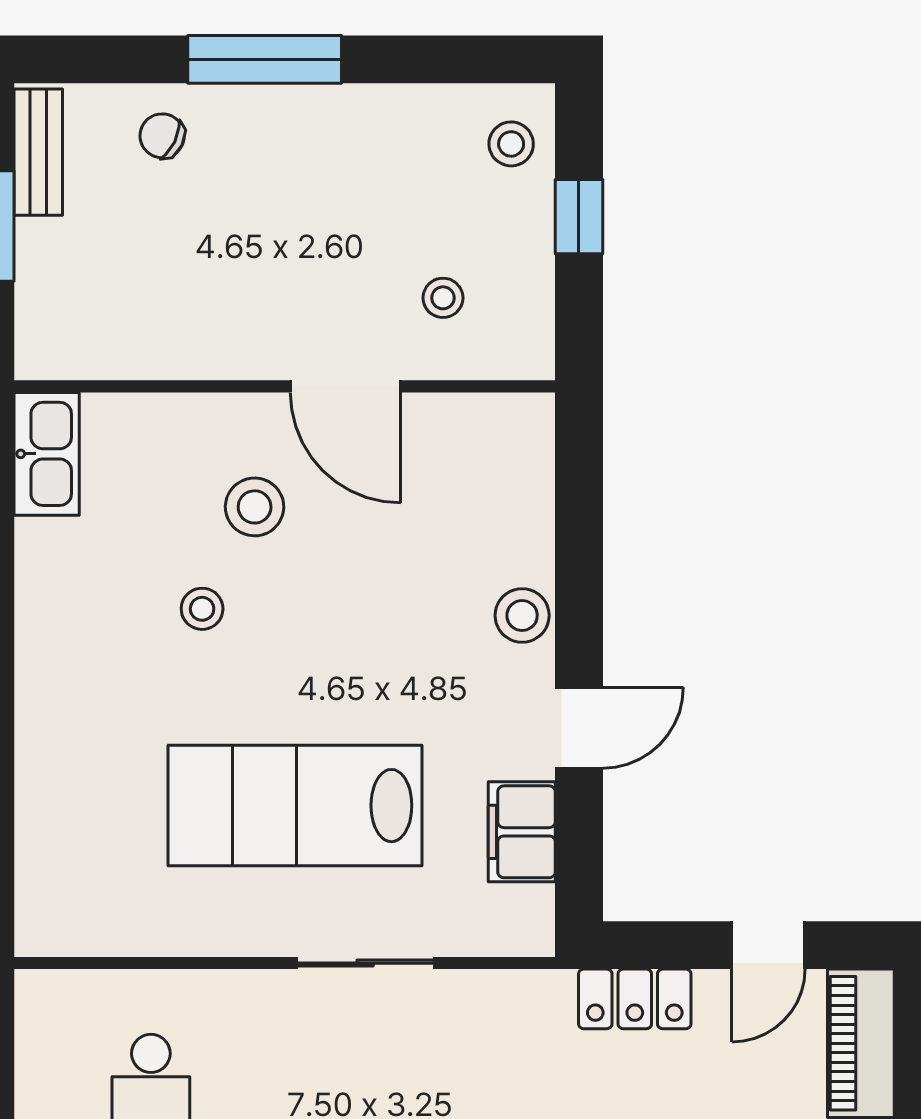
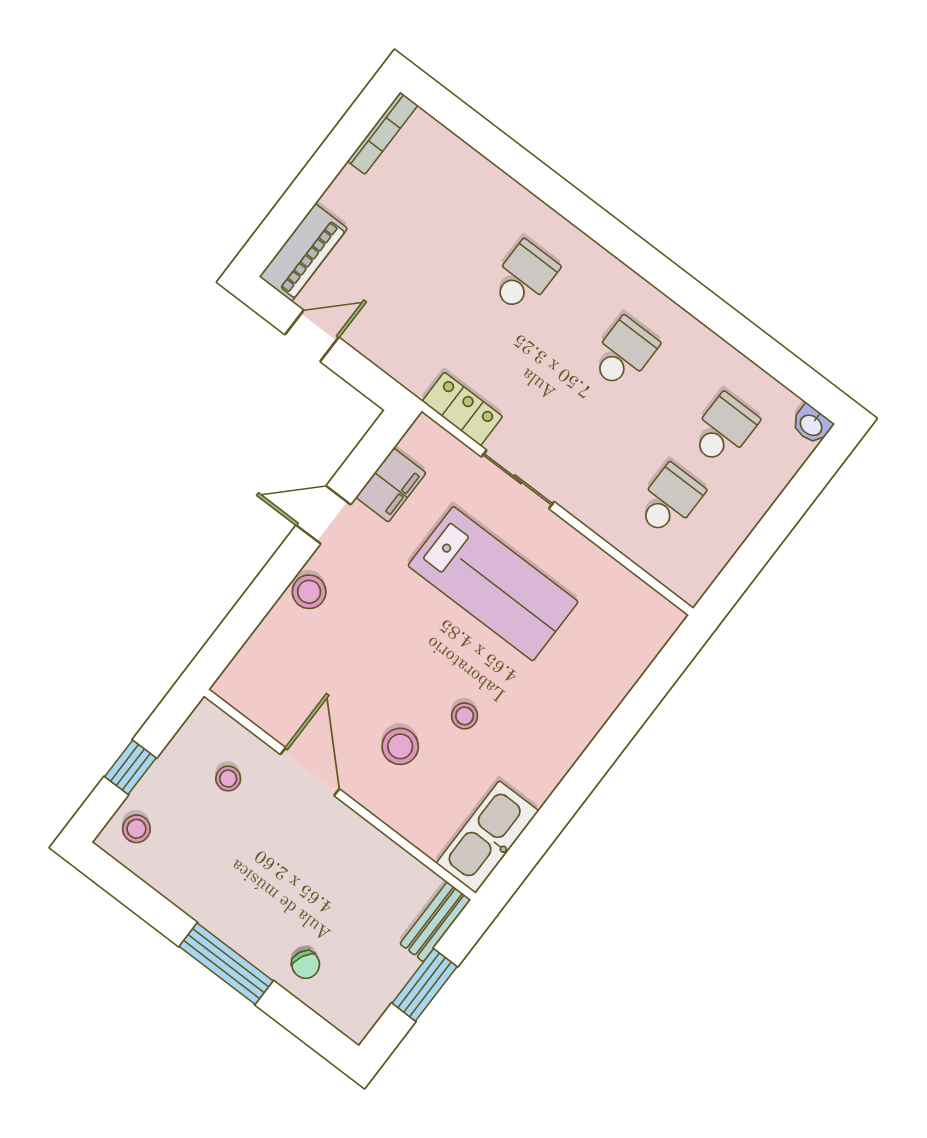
bench: (38, 152) -> (435, 922), moved
kitchen sink: (47, 454) -> (487, 837), width x1.36, depth x1.24
locker: (635, 999) -> (462, 409), moved

